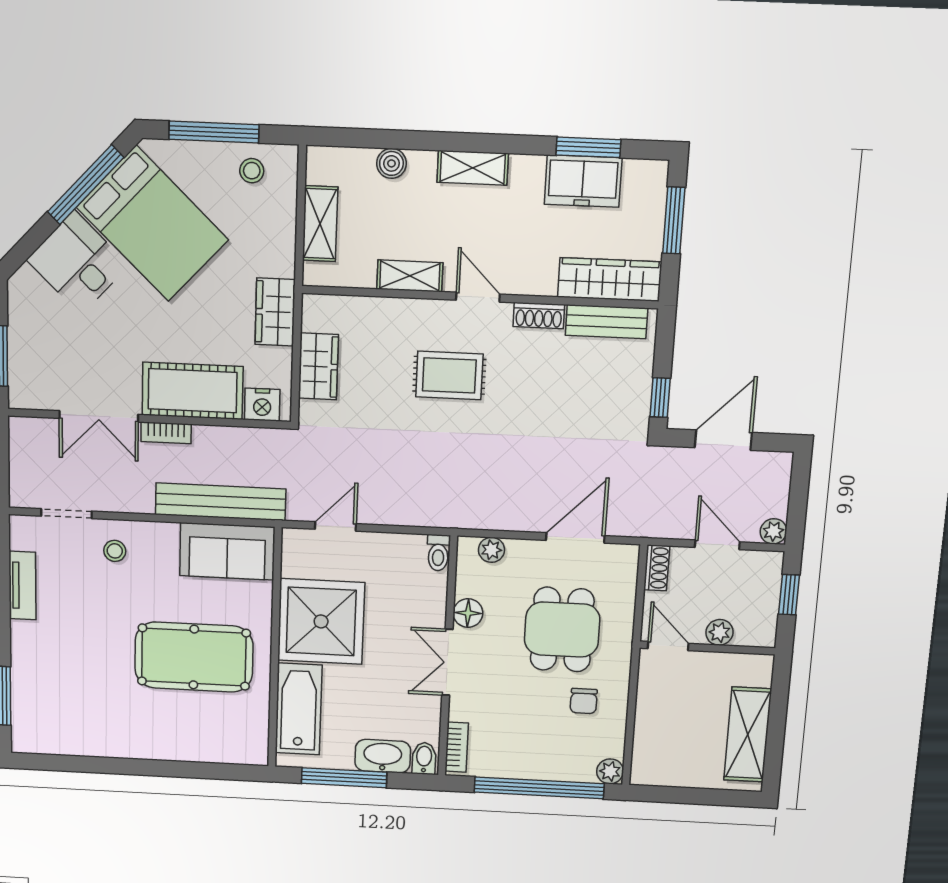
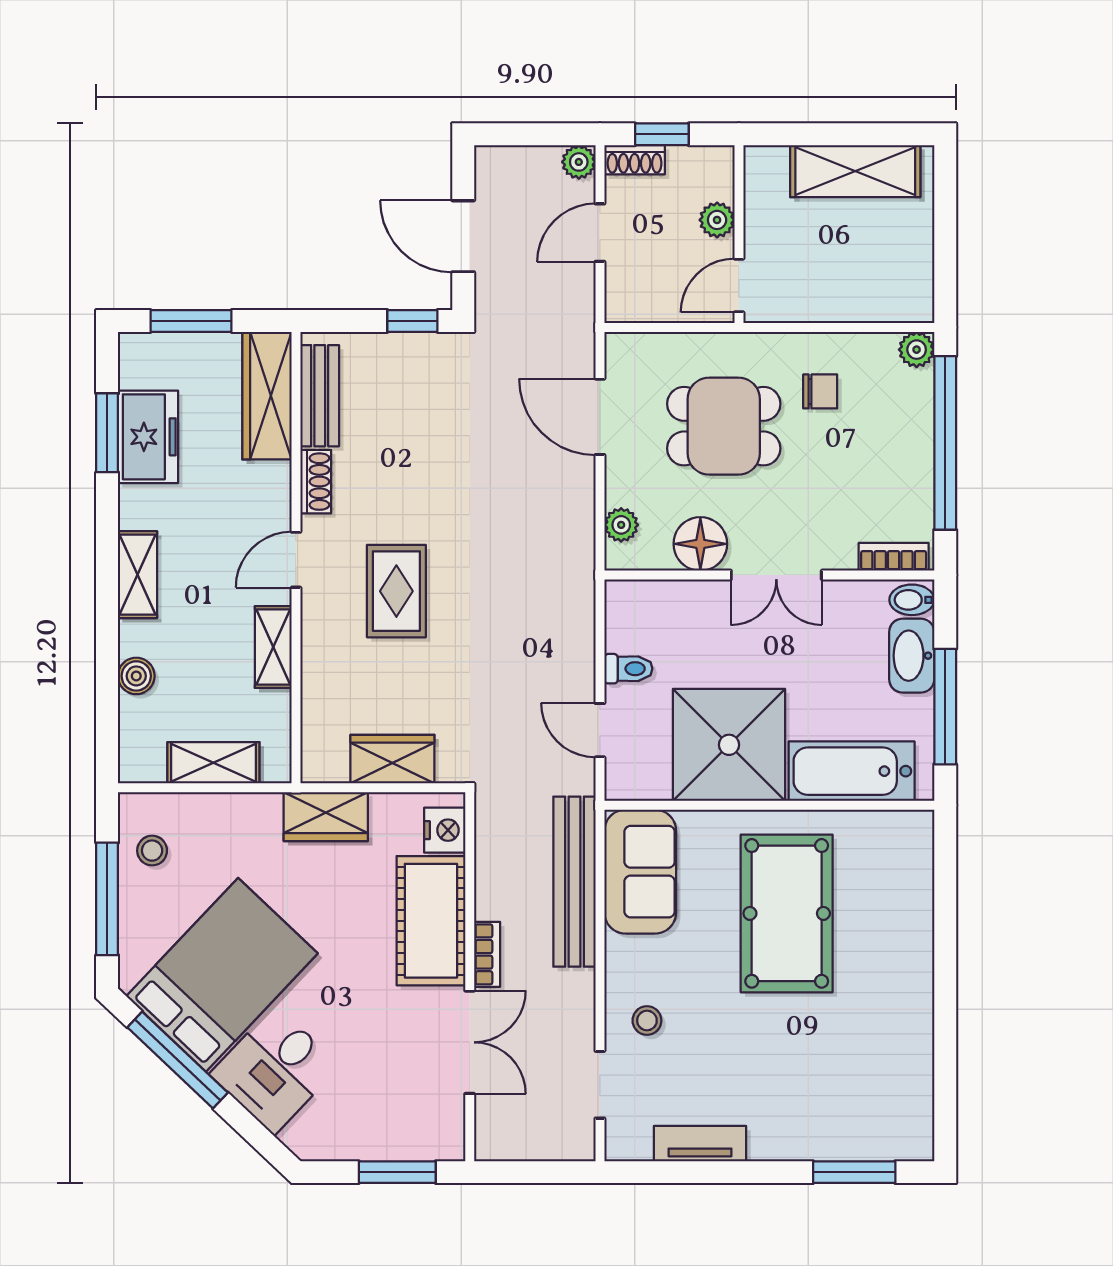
toilet: (438, 553) -> (628, 669), moved
shoe rack: (657, 568) -> (635, 160), moved, turned 180
floor lamp: (468, 613) -> (700, 544), width x1.38, depth x1.38

